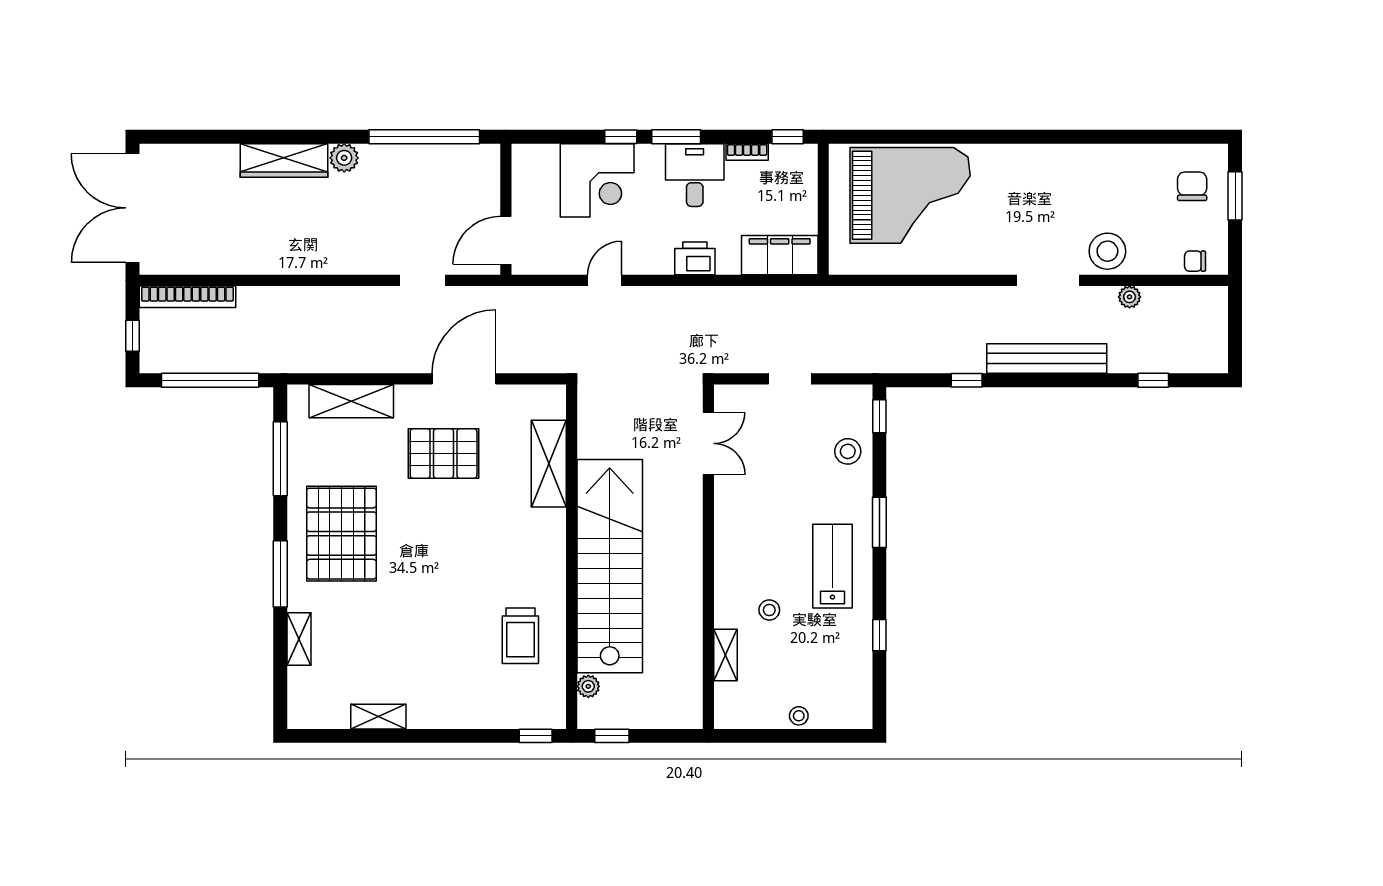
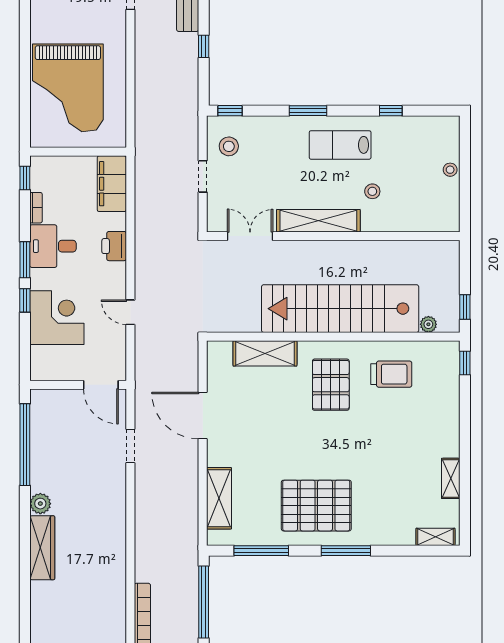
grand piano: (910, 195) -> (68, 88), turned 180
stool: (848, 451) -> (229, 146), moved
pallet: (444, 454) -> (331, 385), moved
shelving: (299, 639) -> (435, 537), moved
shelving: (725, 655) -> (318, 221), moved, width x2.20, depth x1.33

